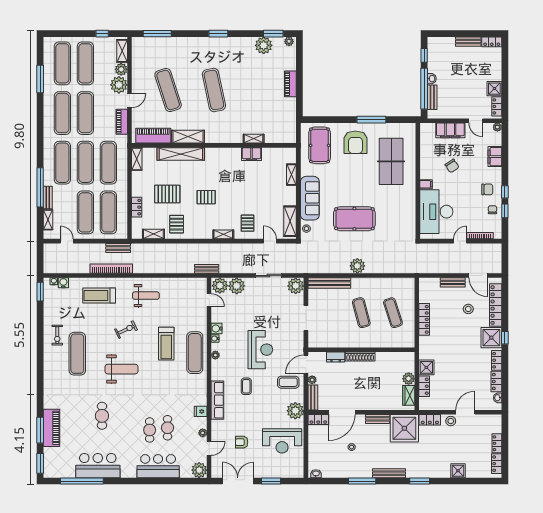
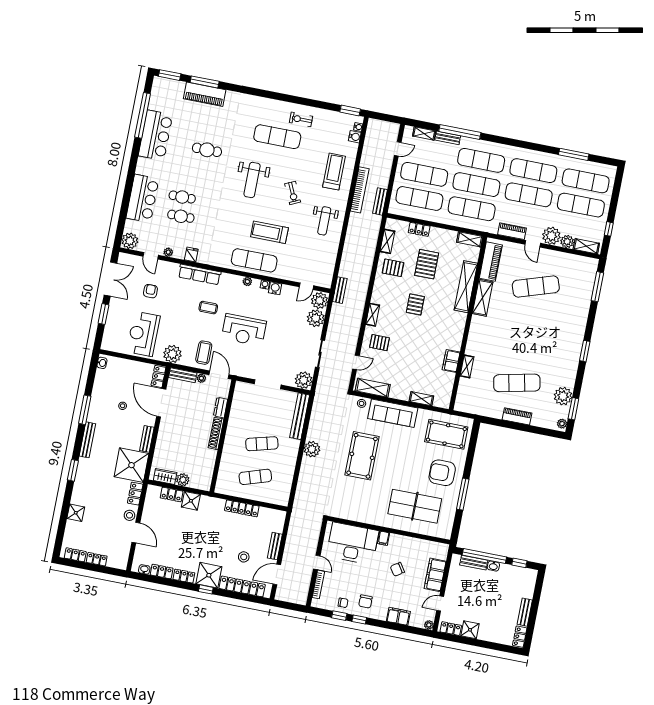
exercise mat: (214, 90) -> (517, 383), moved

